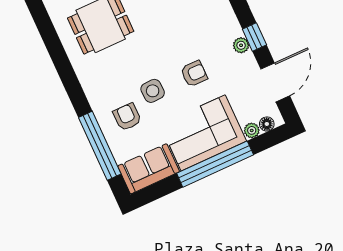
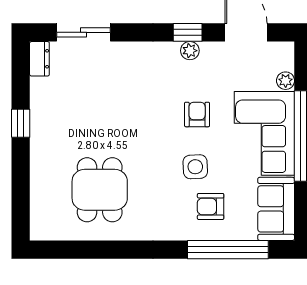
floor lamp: (267, 124) -> (286, 62), removed

